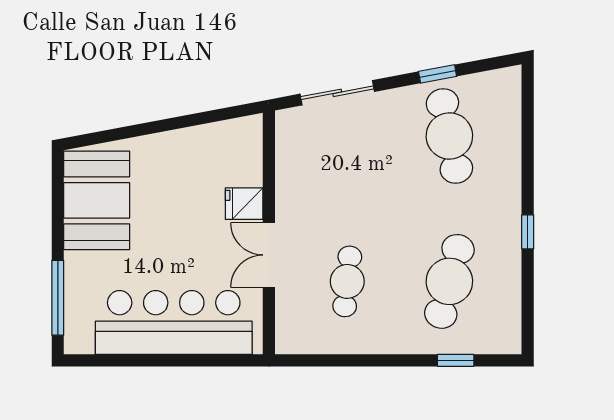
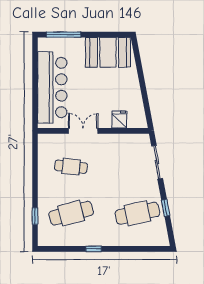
fridge: (244, 204) -> (119, 120), moved
cafe table: (449, 281) -> (71, 213), turned -30

